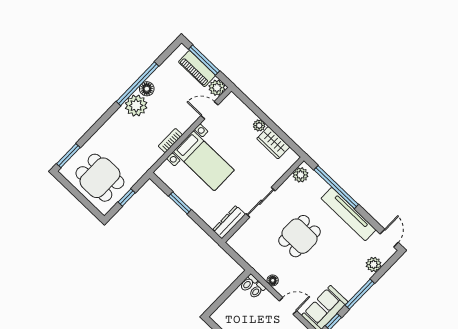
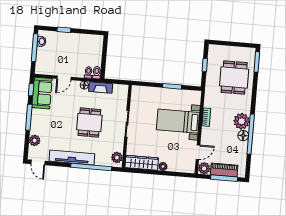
wardrobe: (273, 143) -> (142, 163), width x1.50
dining table: (100, 178) -> (234, 77), moved, turned 90
dresser: (229, 222) -> (136, 98), removed
fireplace: (257, 264) -> (101, 87), added

